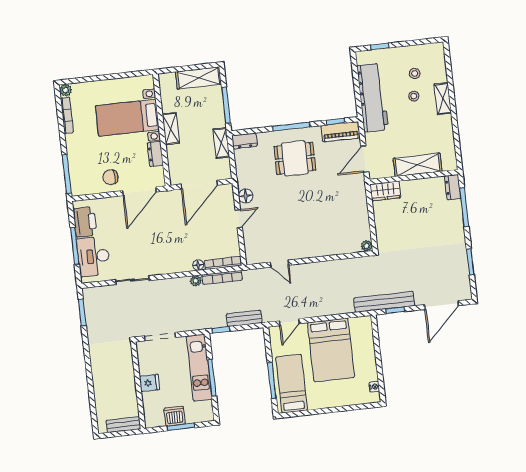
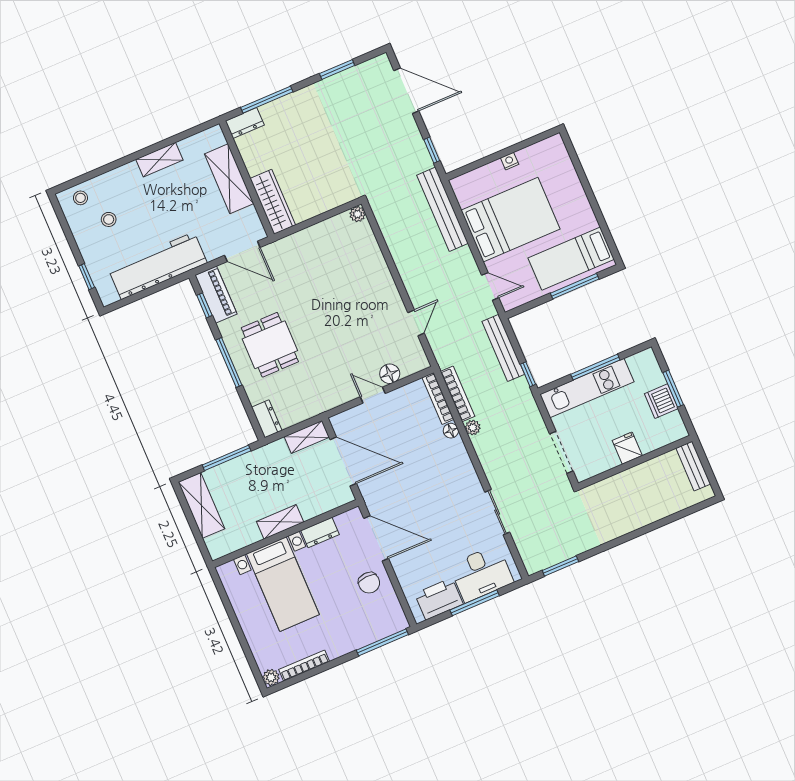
stool: (414, 96) -> (80, 198), moved
shelving: (443, 99) -> (159, 160), moved
shelving: (221, 143) -> (307, 437), moved
wardrobe: (385, 191) -> (273, 202), width x1.50
floor lamp: (246, 196) -> (390, 374), moved
bench: (384, 302) -> (443, 209), moved
bench: (244, 318) -> (503, 348), width x1.36
nightstand: (374, 387) -> (510, 161), moved

